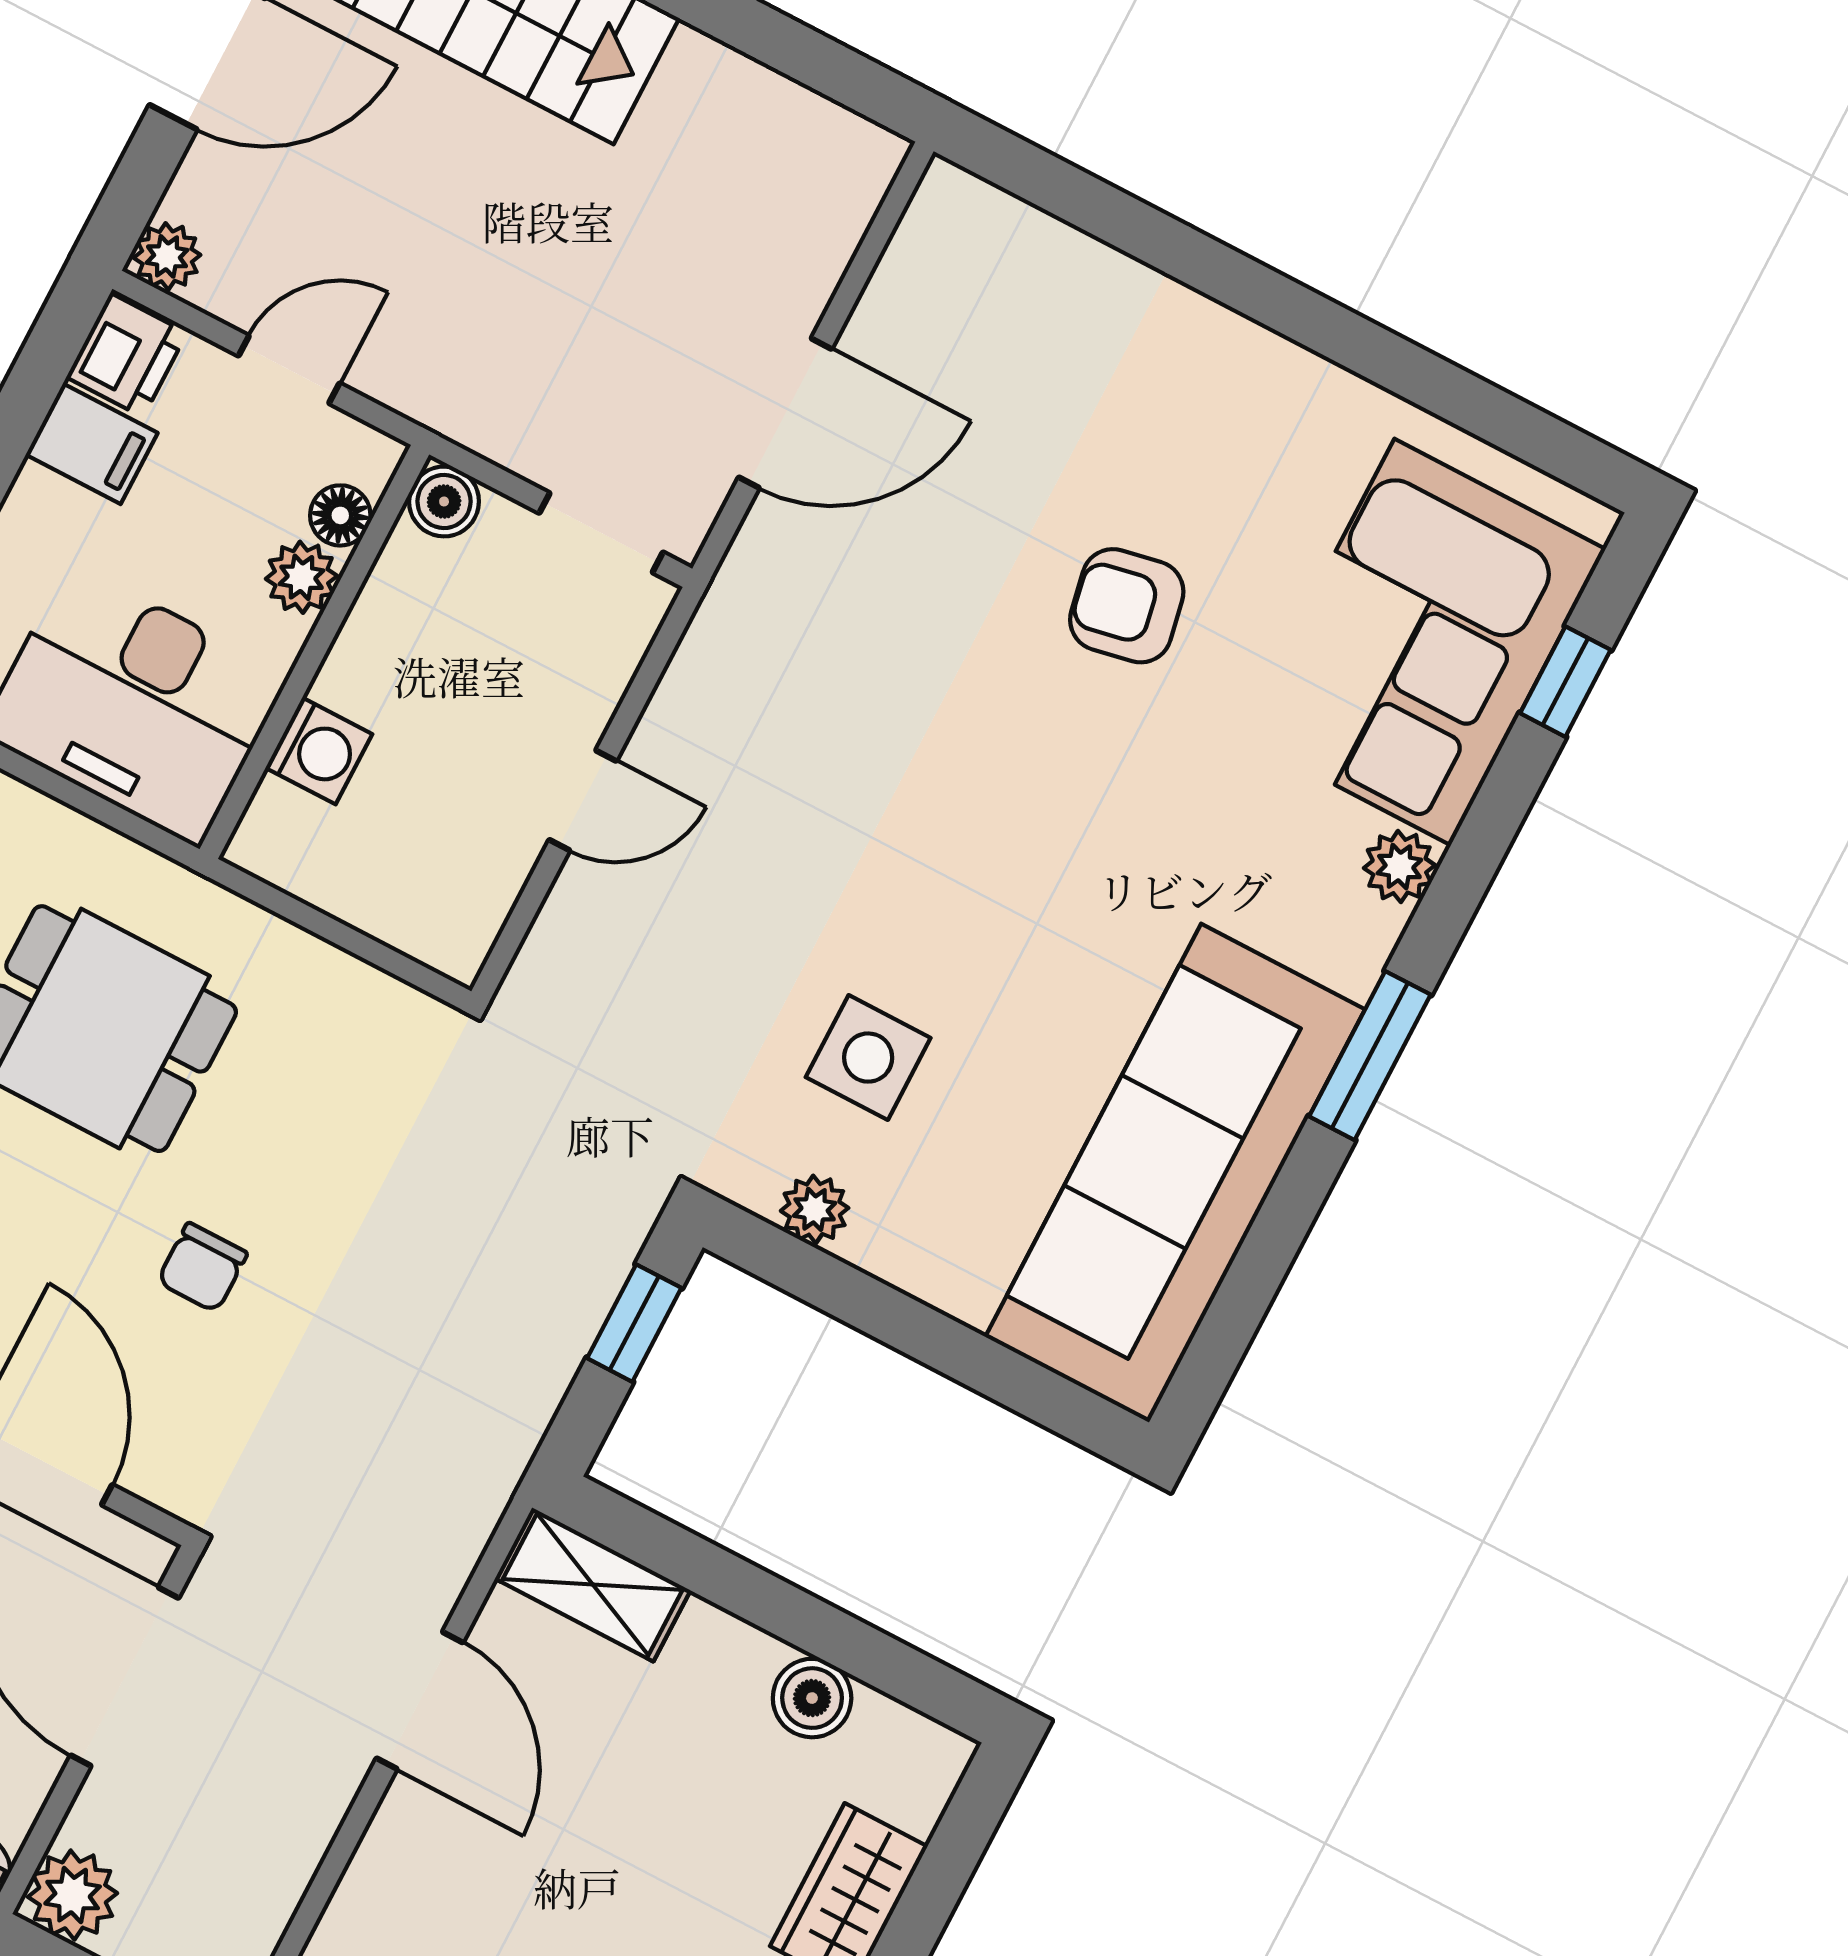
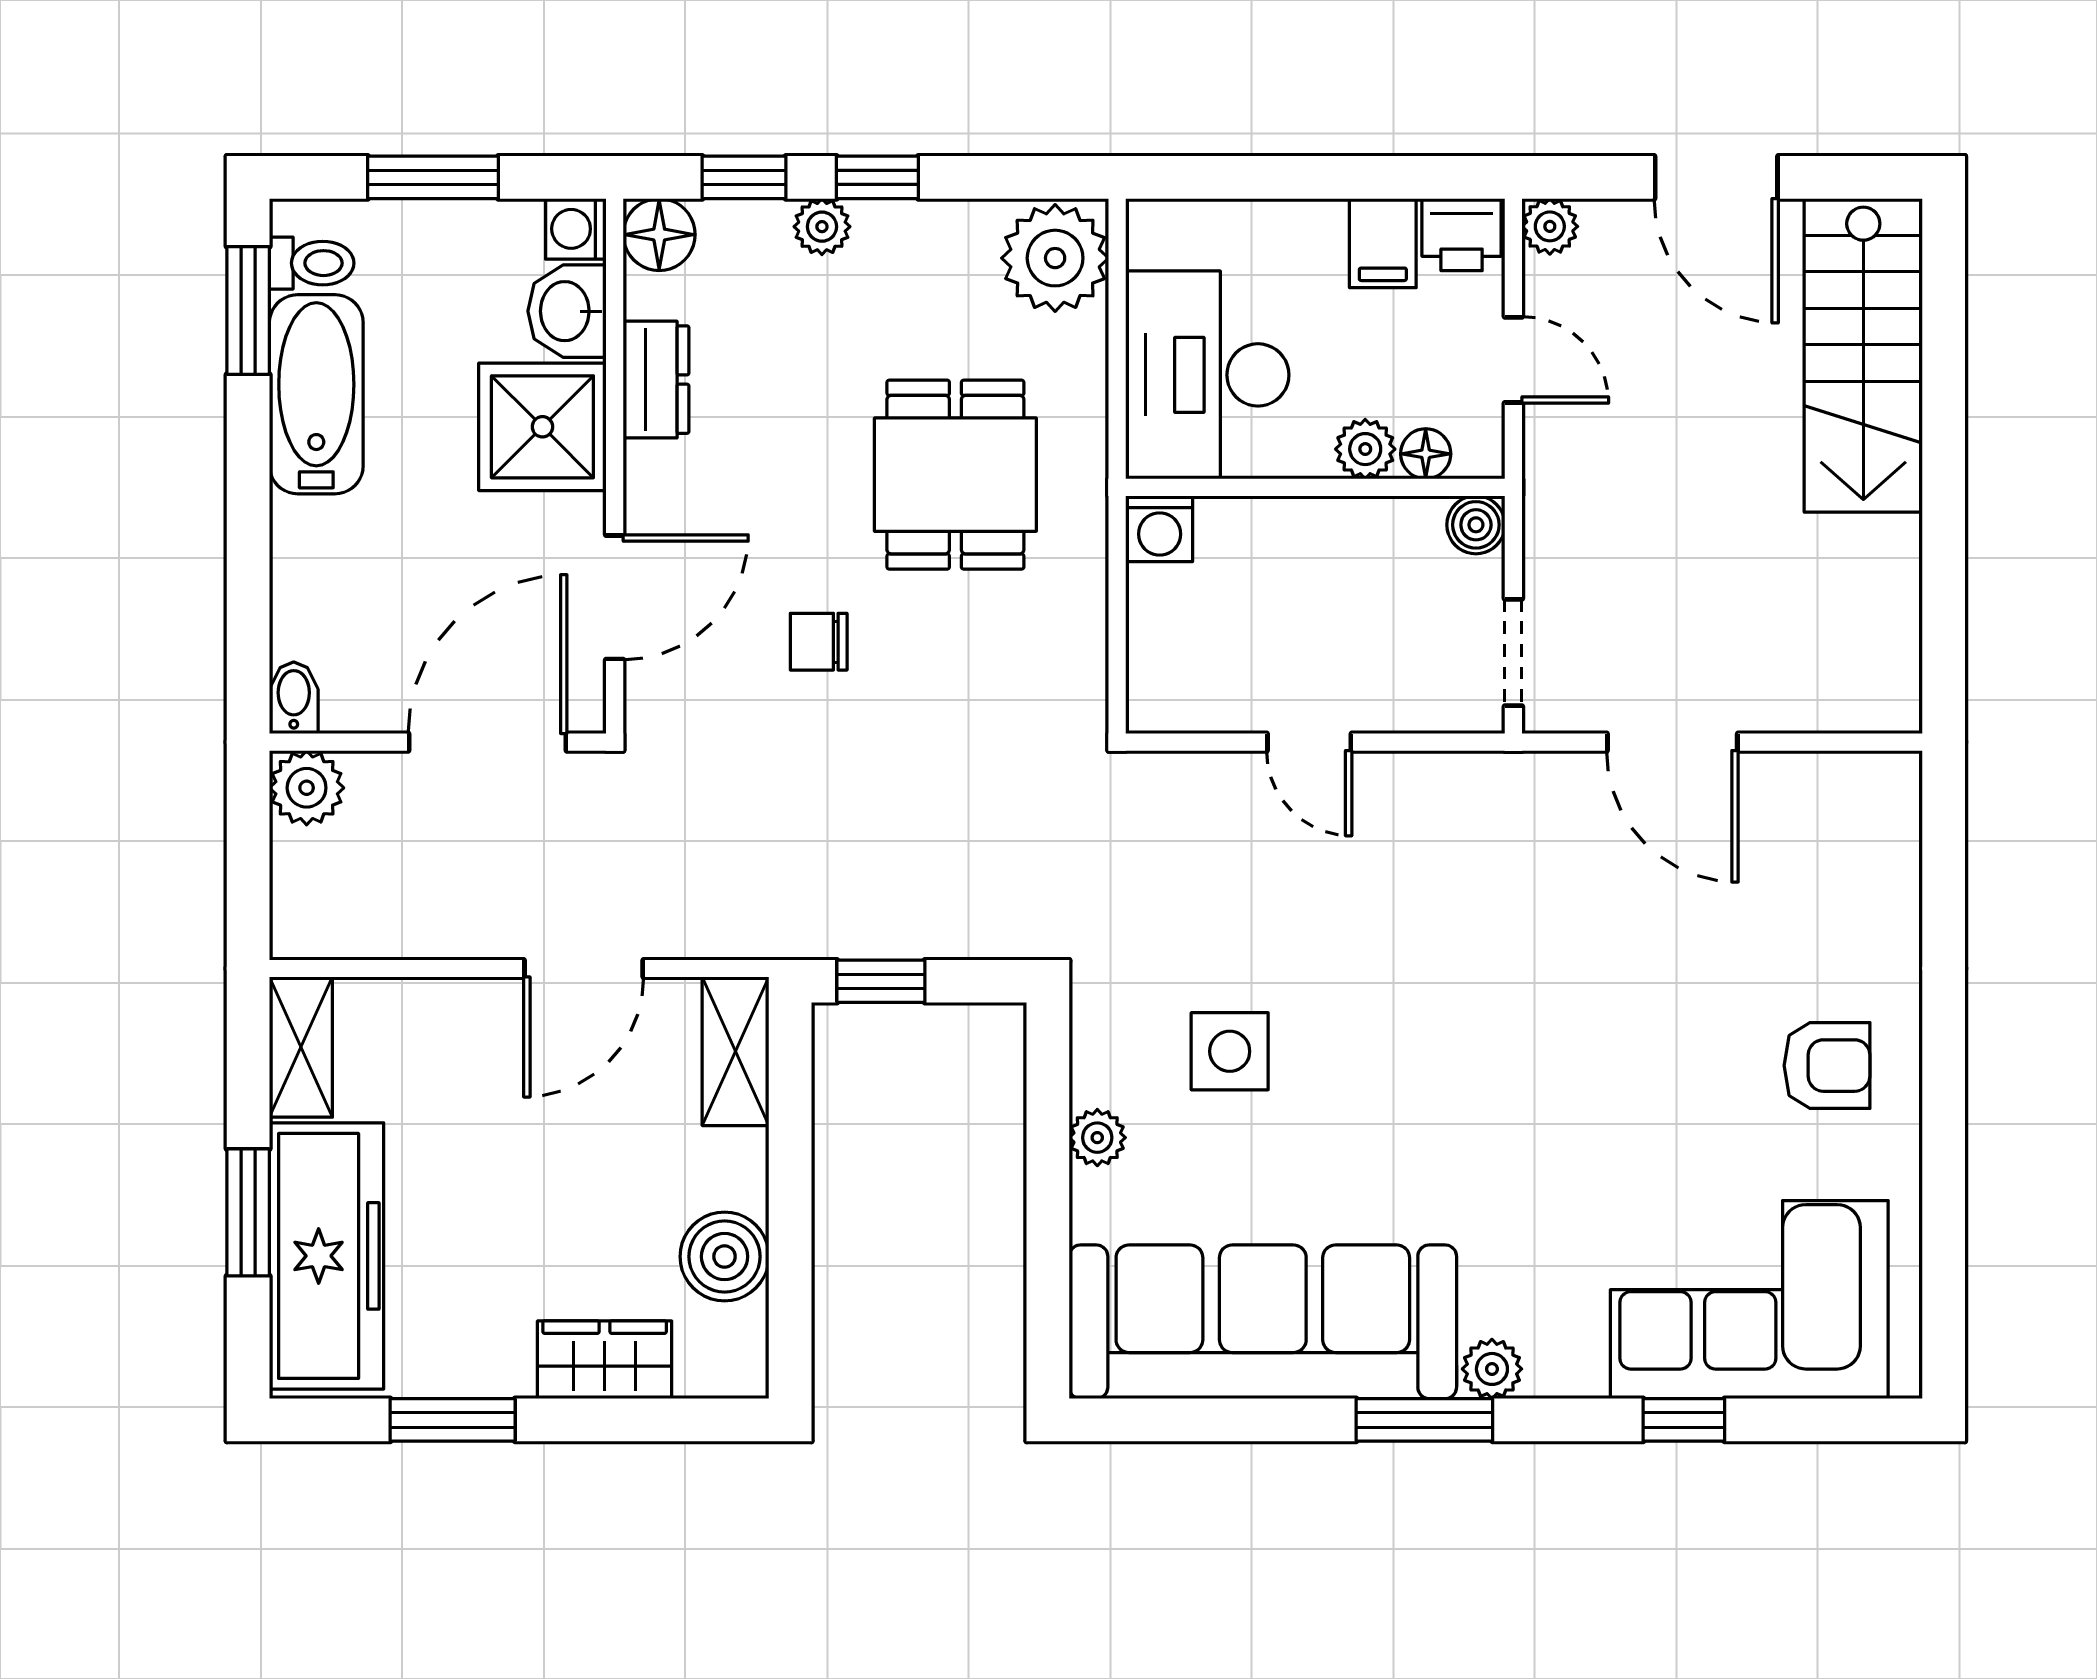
armchair: (1127, 606) -> (1827, 1066), moved, turned 101
window: (1565, 682) -> (1684, 1420), moved
washing machine: (319, 751) -> (1160, 529), moved
plant: (1399, 867) -> (1492, 1369), moved
plant: (815, 1209) -> (1097, 1138), moved
window: (634, 1323) -> (881, 981), moved
boiler: (812, 1698) -> (725, 1257), width x1.36, depth x1.36

